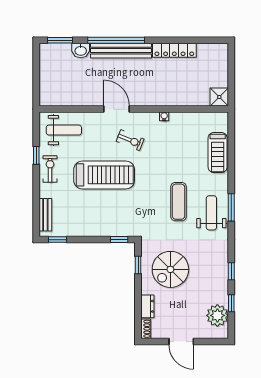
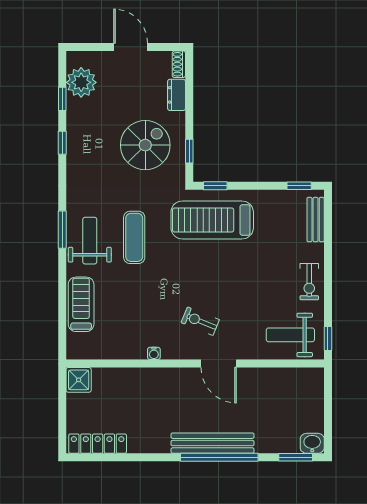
washbasin: (81, 50) -> (312, 443), moved
locker: (174, 50) -> (98, 444), moved
window: (36, 155) -> (328, 339), moved
treadmill: (104, 175) -> (212, 220), moved
weight bench: (211, 213) -> (90, 241), moved, turned 180

